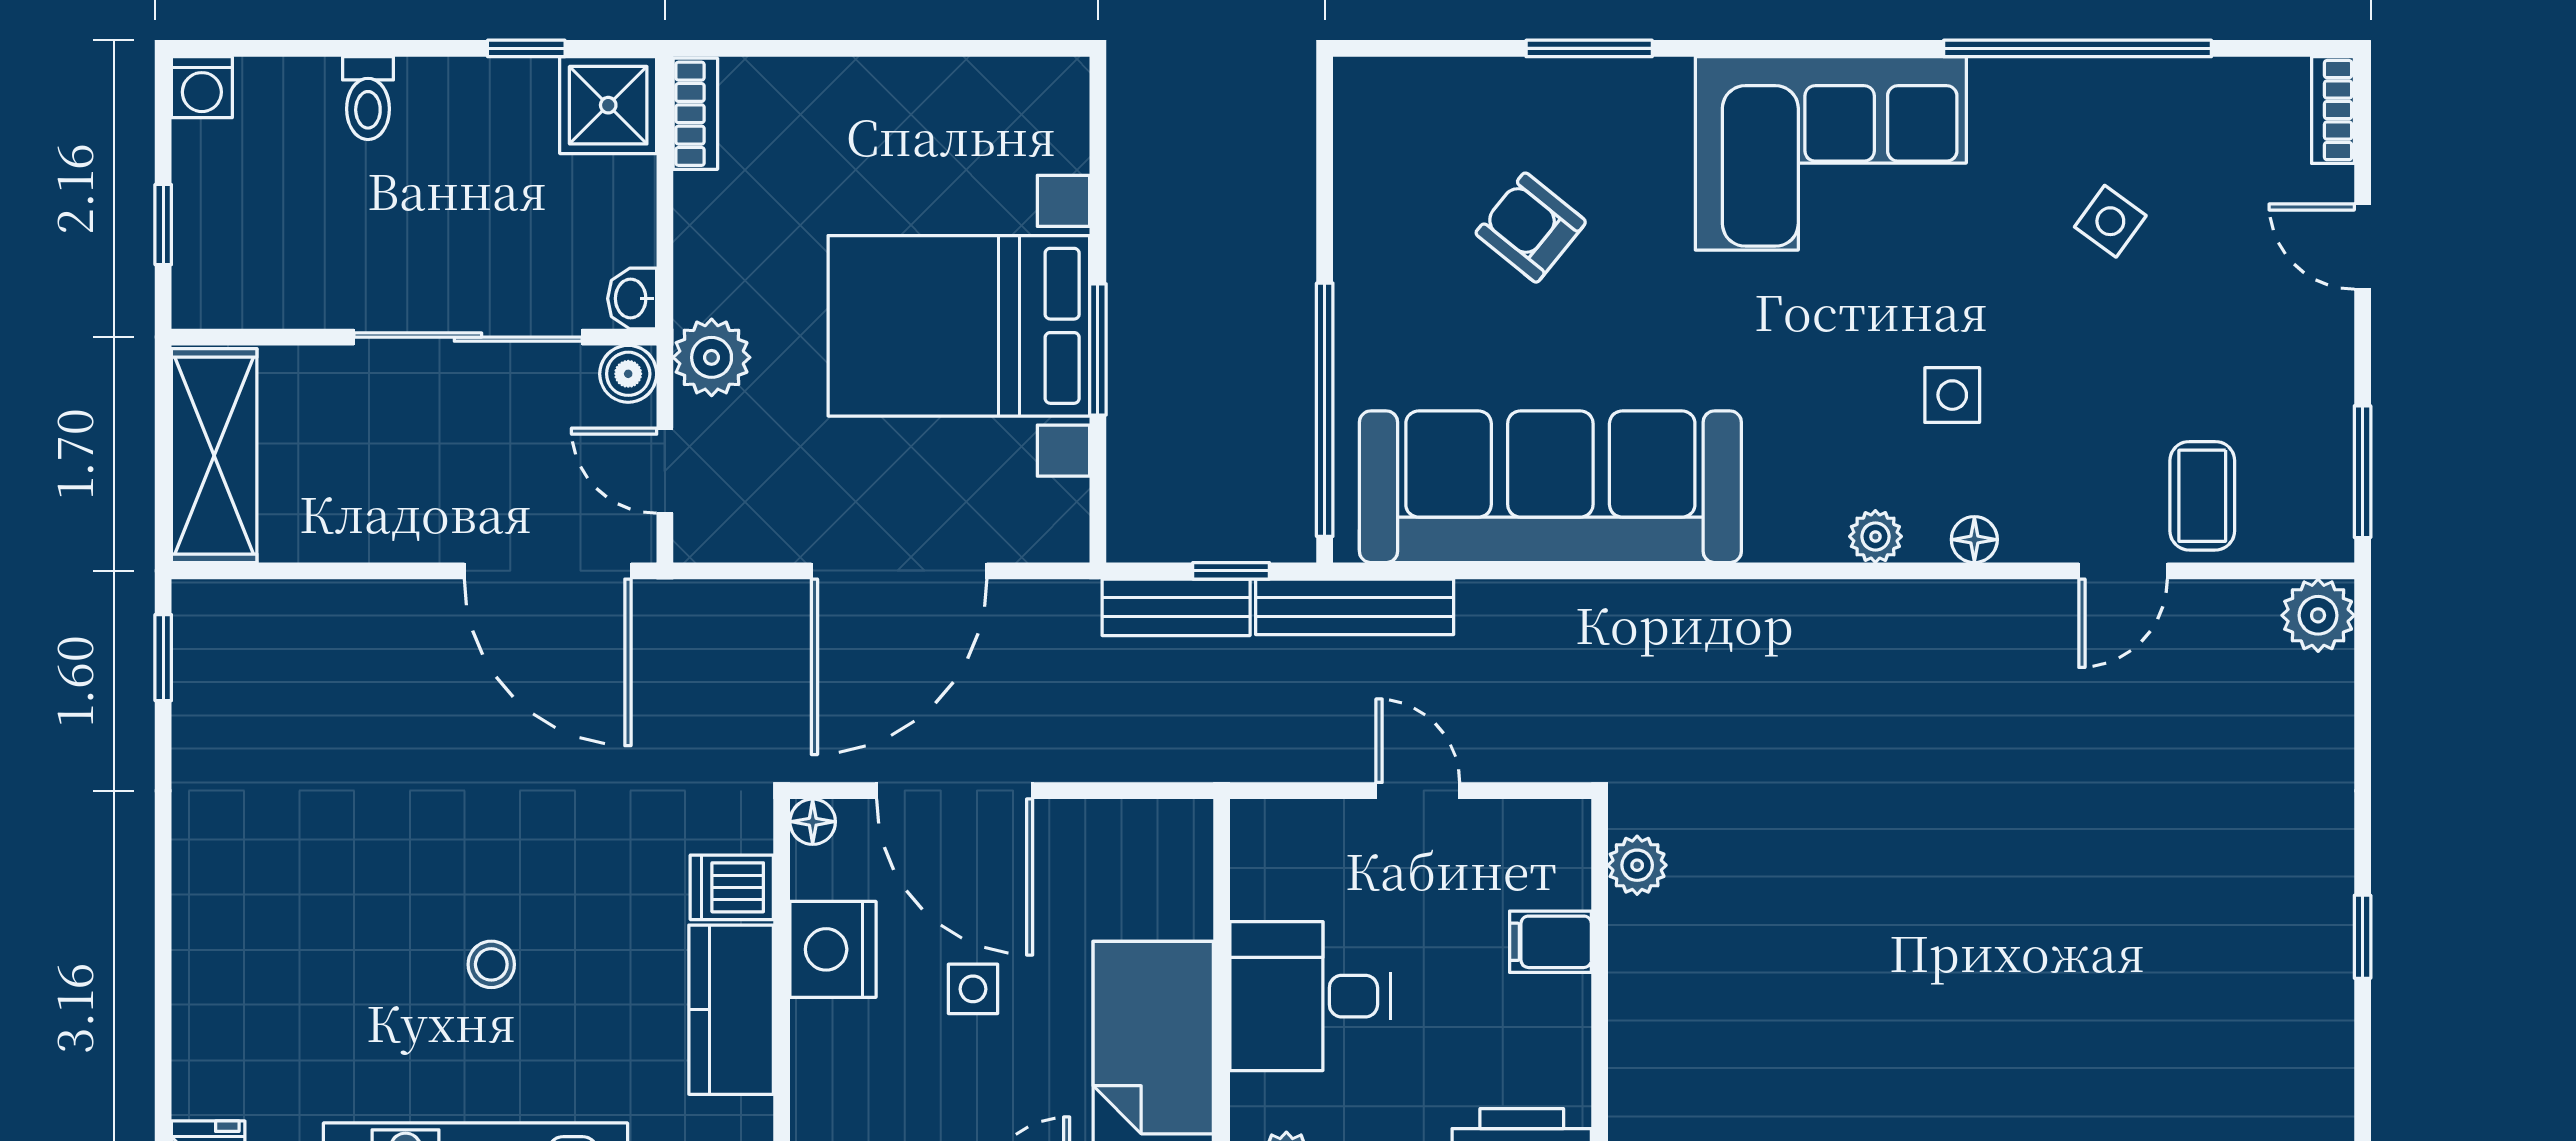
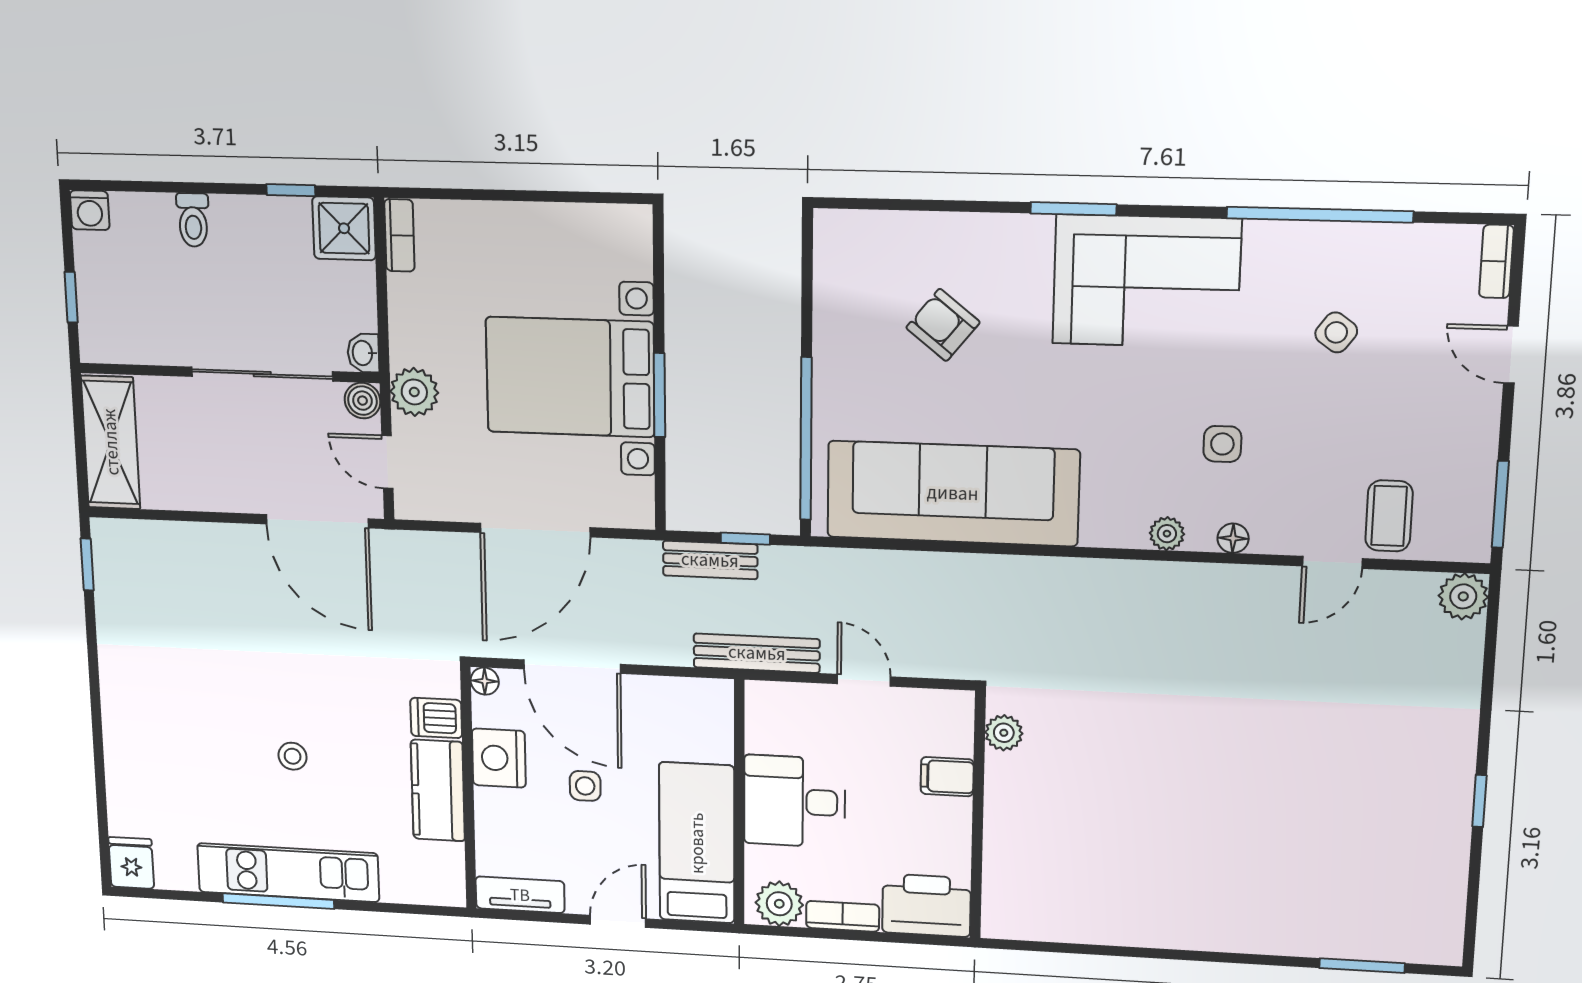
window: (1589, 48) -> (1073, 209), moved
bench: (1355, 607) -> (757, 653), moved

